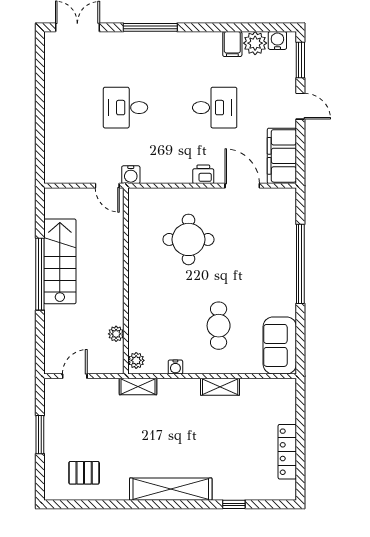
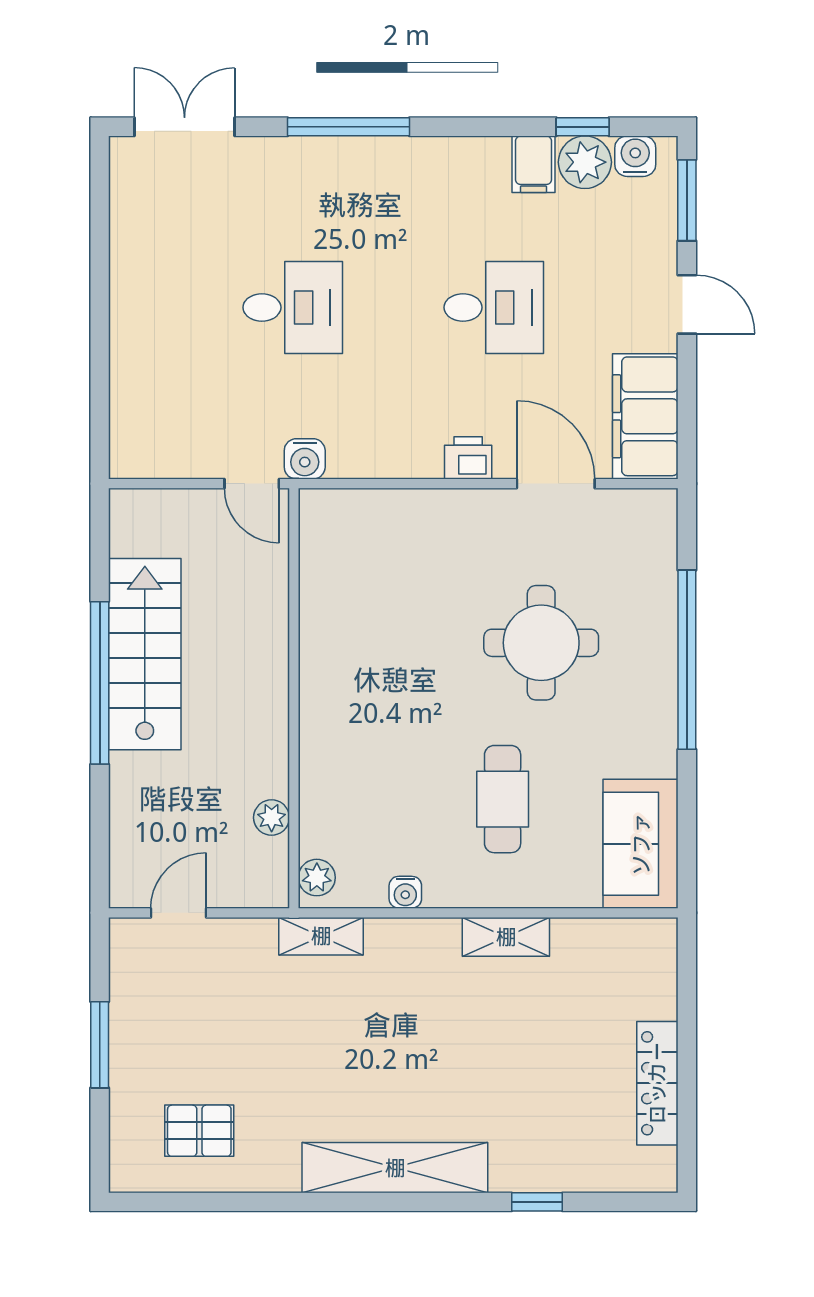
window: (254, 27) -> (583, 127), added
desk: (125, 108) -> (293, 307), turned 180
round table: (188, 239) -> (541, 643), moved

